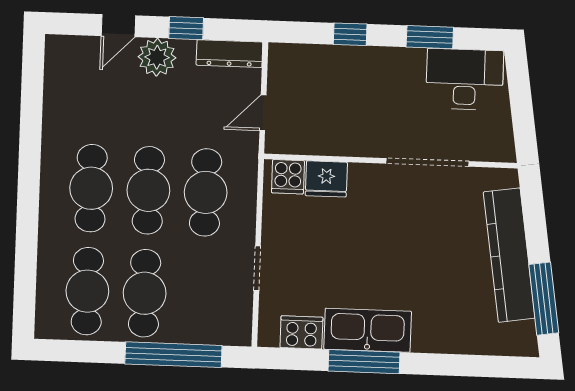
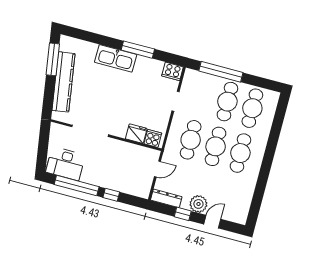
window: (430, 37) -> (77, 186), width x2.11
kitchen sink: (368, 330) -> (116, 58), moved
cooker: (301, 332) -> (172, 71), moved

